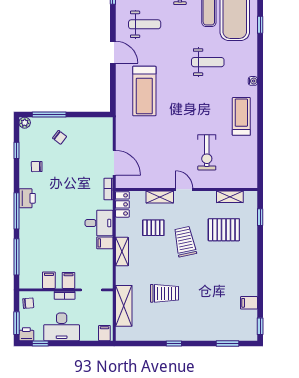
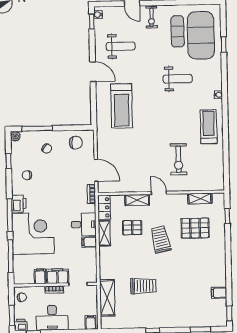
chair: (92, 131) -> (76, 143), added
corner desk: (42, 232) -> (33, 234), added
shelving: (122, 252) -> (104, 233), moved
filing cabinet: (68, 280) -> (57, 276), width x2.00

